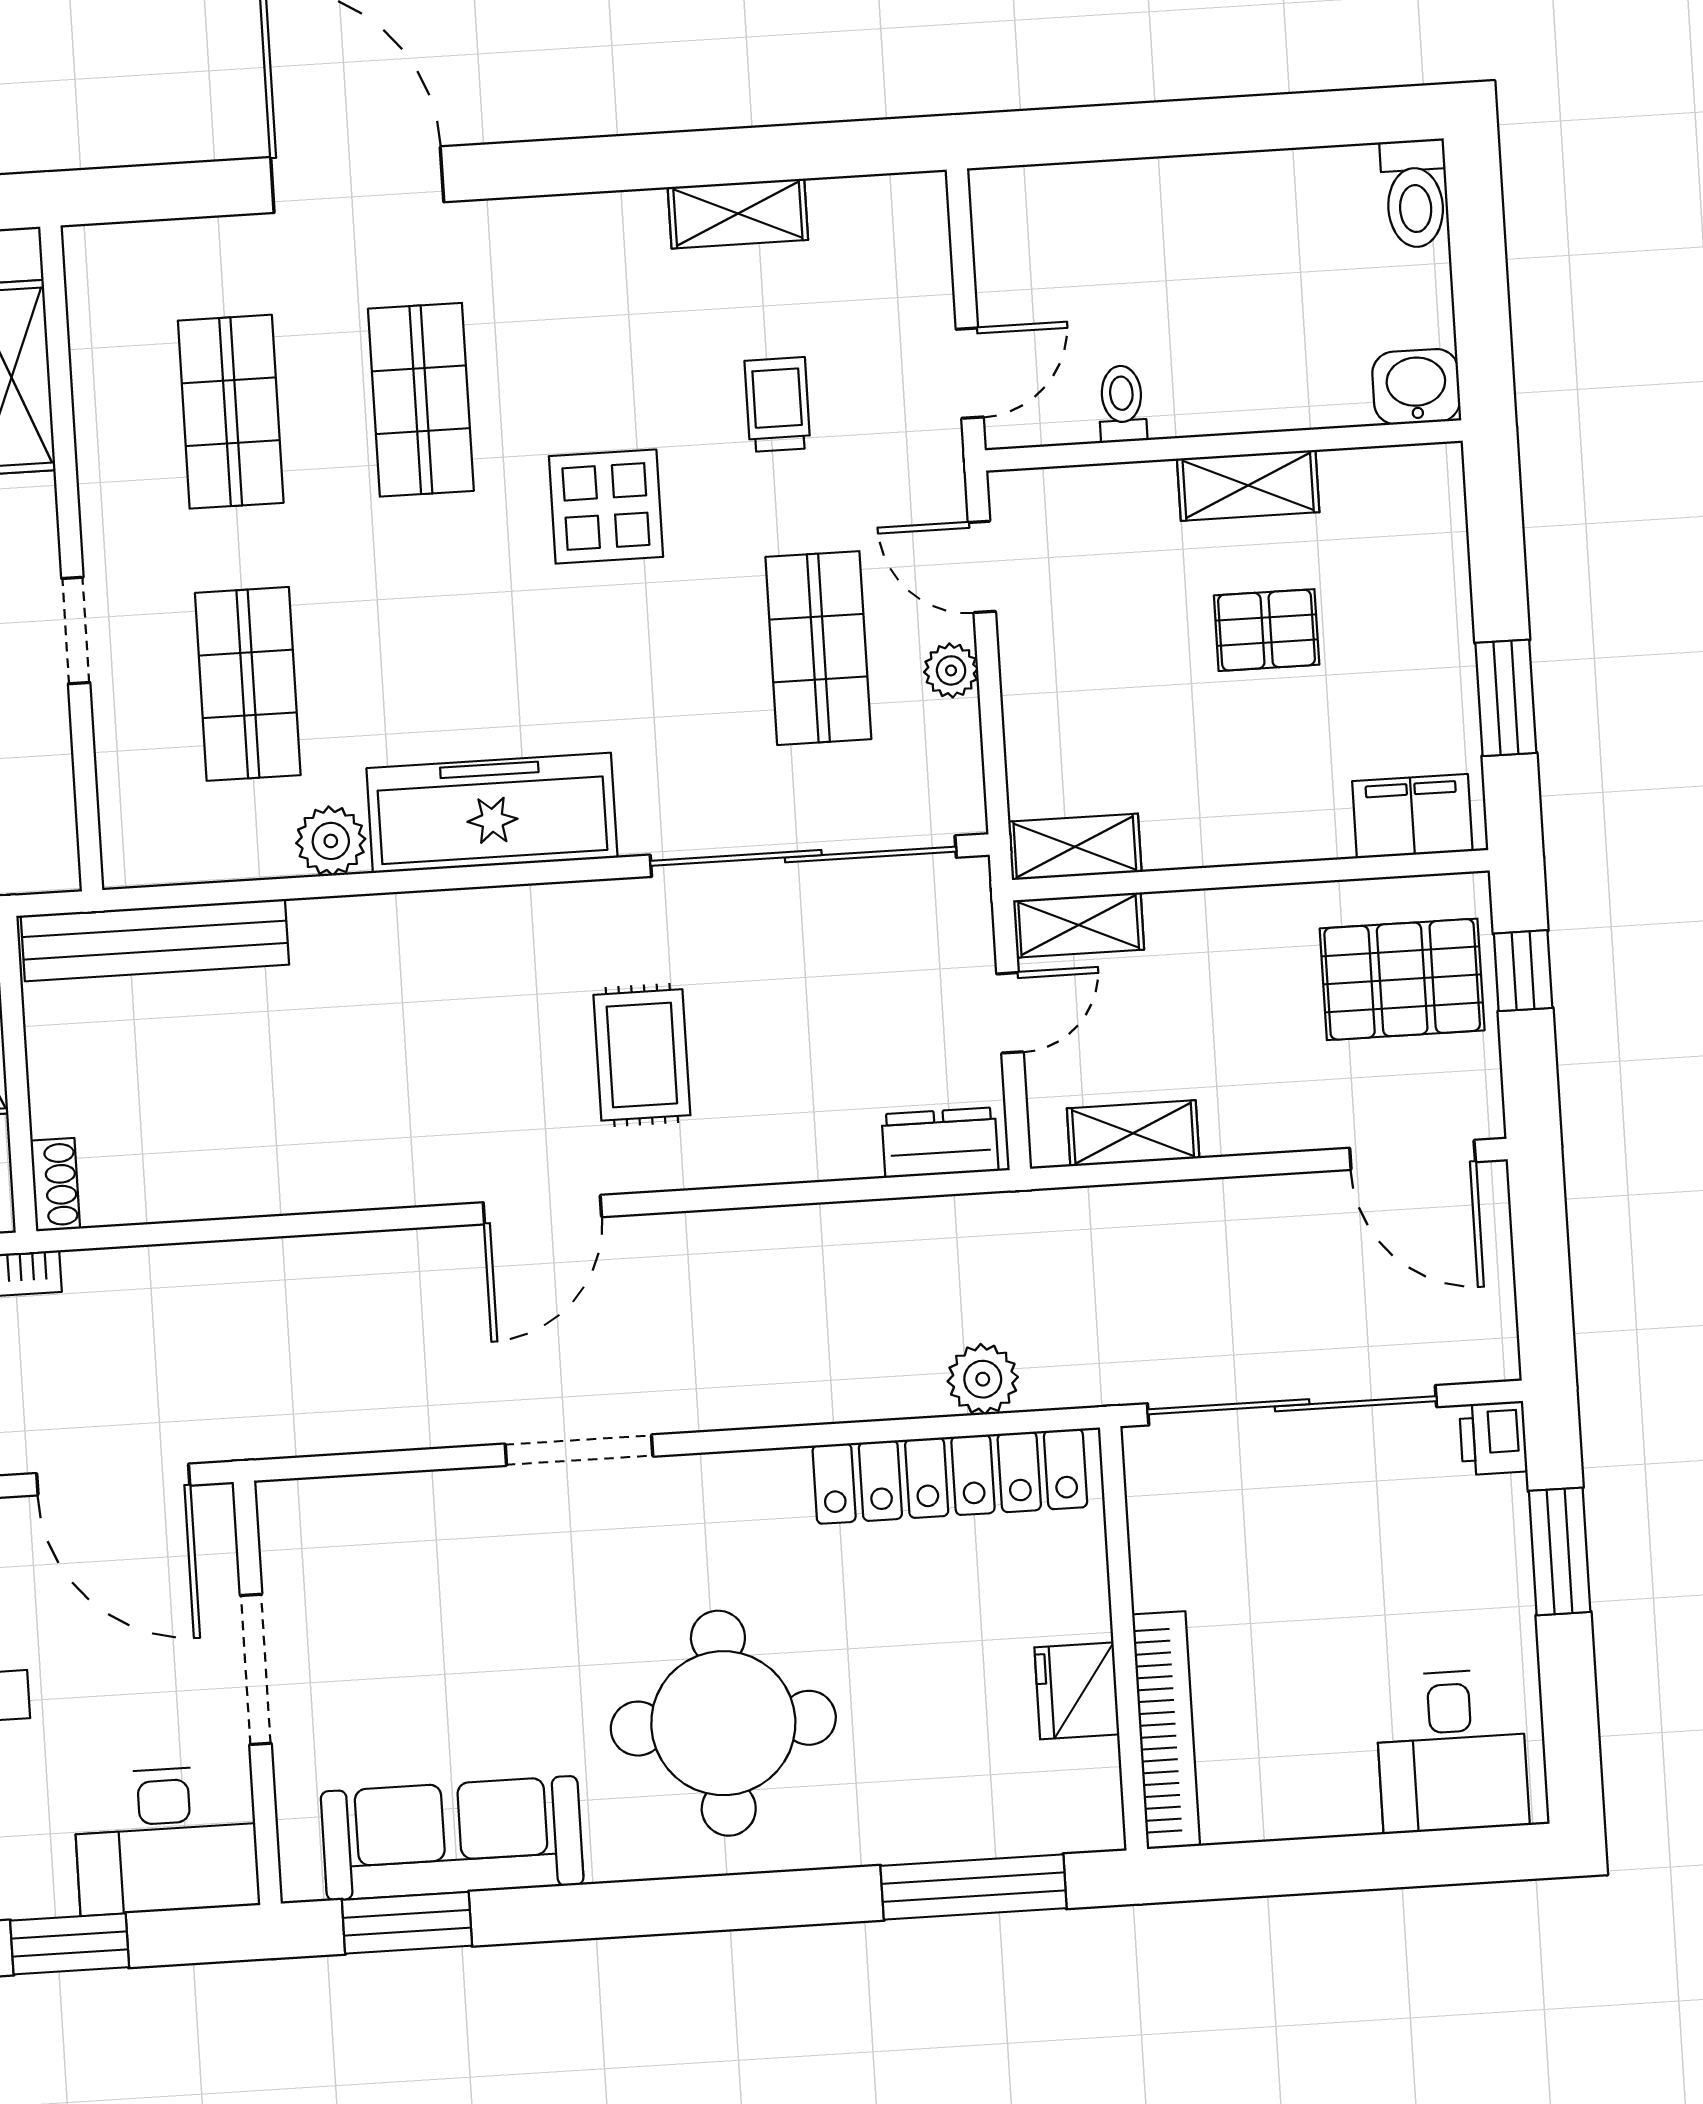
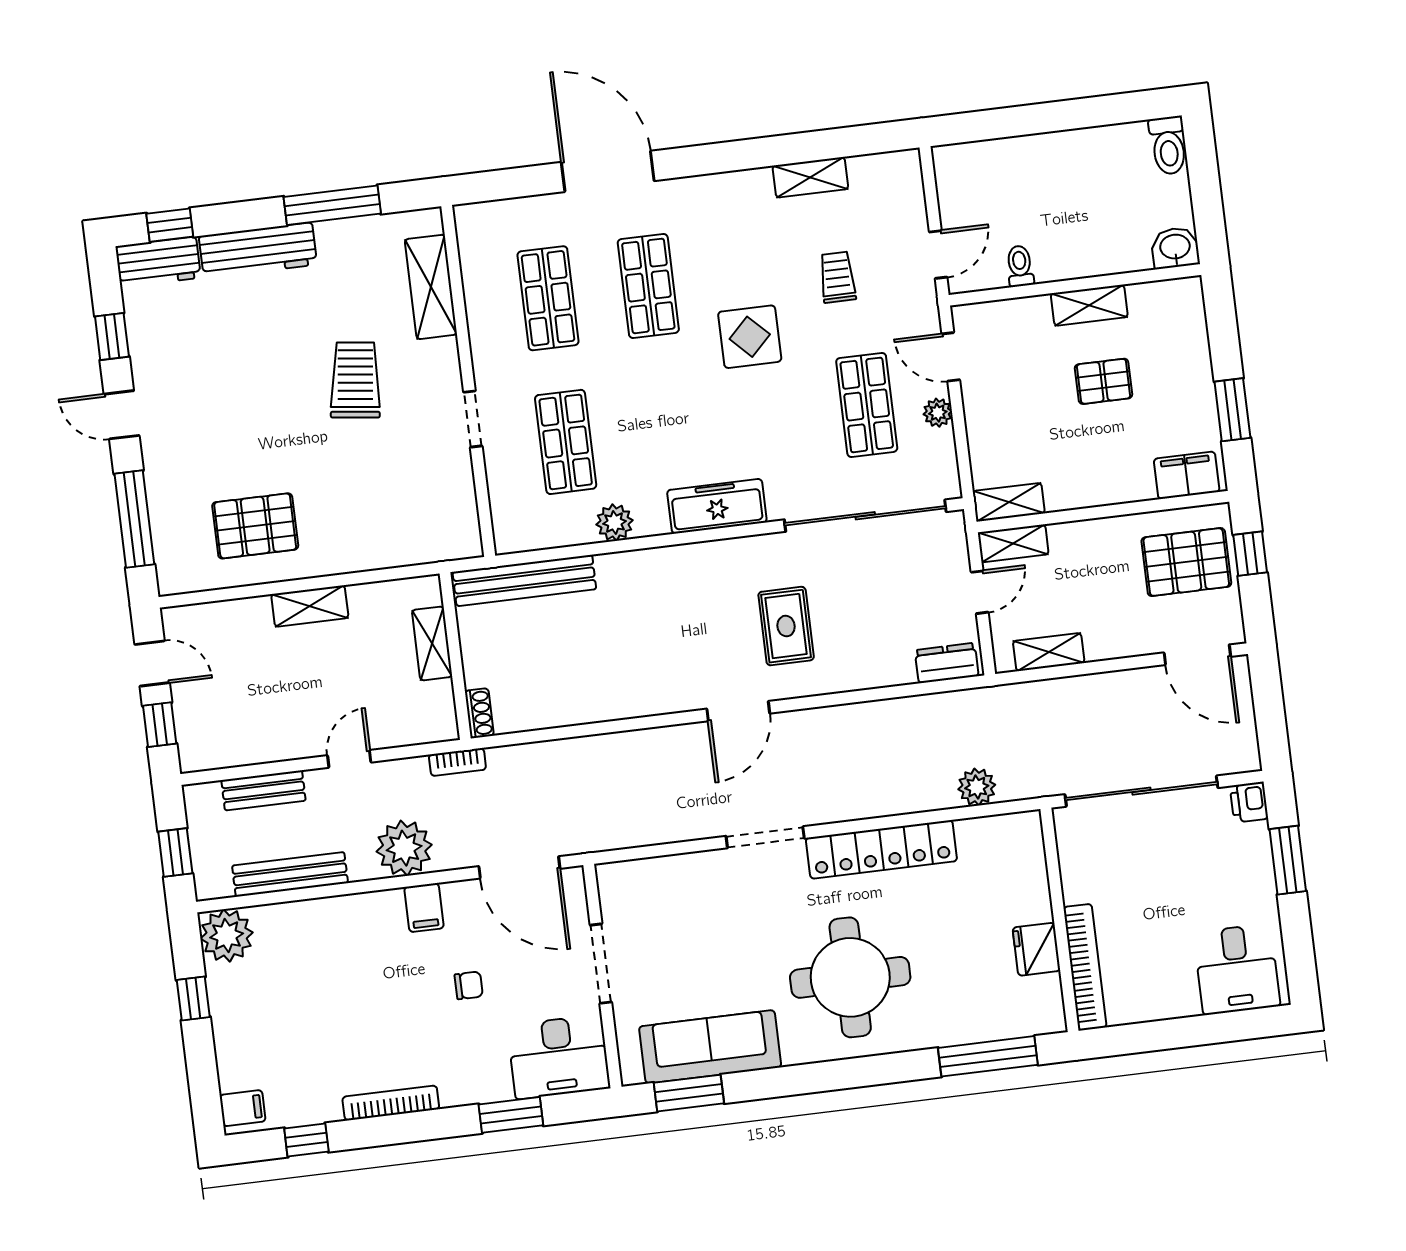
freezer: (492, 813) -> (717, 506), width x0.73, depth x0.79
locker: (950, 1476) -> (881, 849), moved

